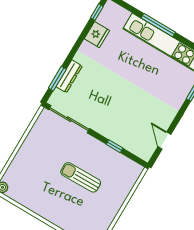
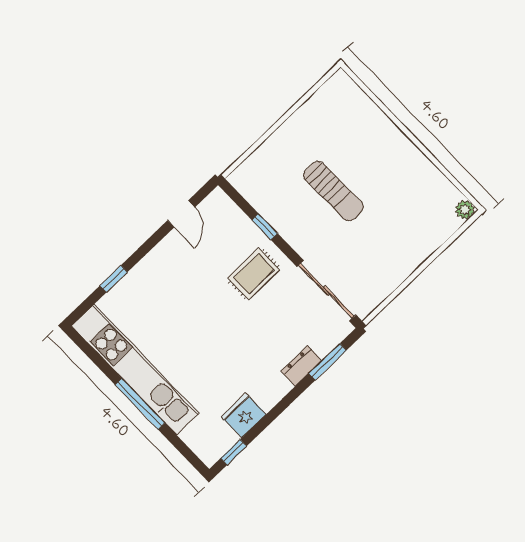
dresser: (69, 76) -> (302, 366), width x0.70
rug: (113, 117) -> (254, 274), added

